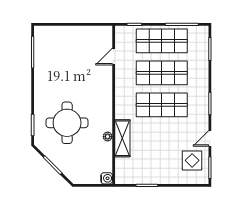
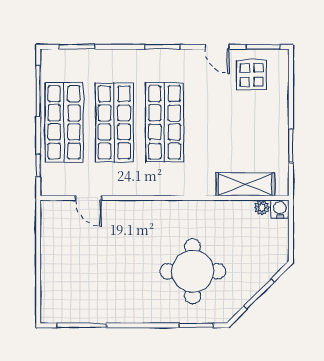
plant: (108, 137) -> (262, 208), moved
shelving: (122, 138) -> (245, 184), moved

